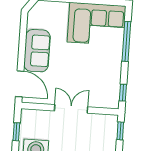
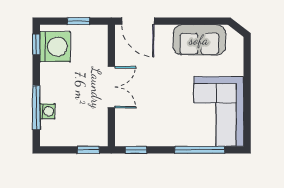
sofa: (37, 51) -> (199, 40), moved
door: (20, 84) -> (138, 21), hinge flipped

